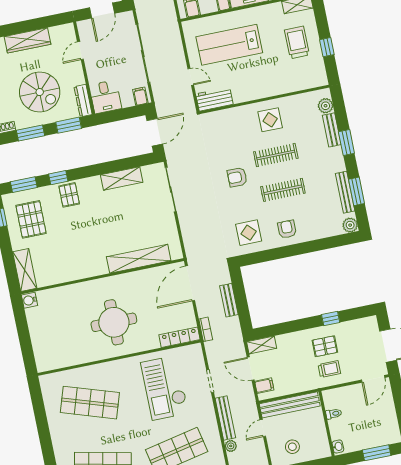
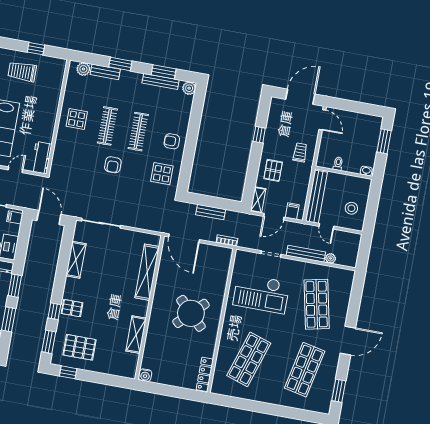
shelving: (25, 270) -> (136, 335), moved, turned 90
round table: (114, 322) -> (191, 313), turned 45
locker: (179, 337) -> (205, 374), moved
pallet: (325, 346) -> (273, 170), moved

